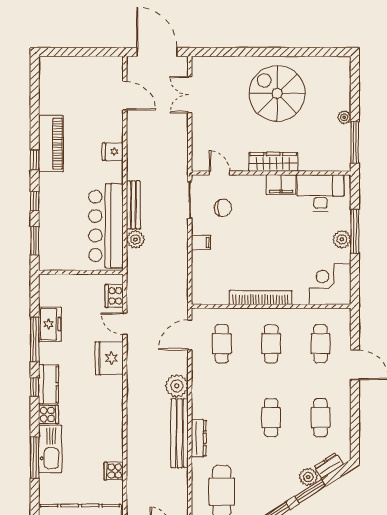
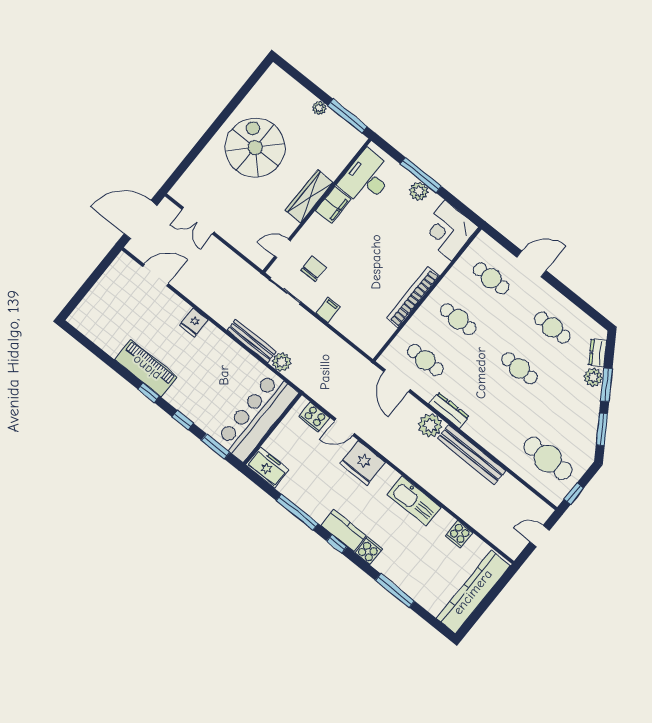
spiral stairs: (277, 93) -> (255, 148), turned 90
bar counter: (106, 226) -> (257, 416), moved, turned 90
freezer: (50, 324) -> (267, 467), moved
dresser: (199, 438) -> (449, 410), moved
kitchen sink: (50, 449) -> (414, 501), moved, turned 180

